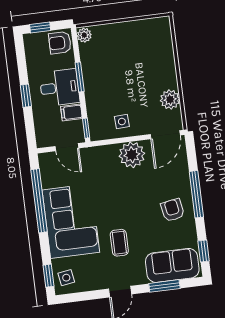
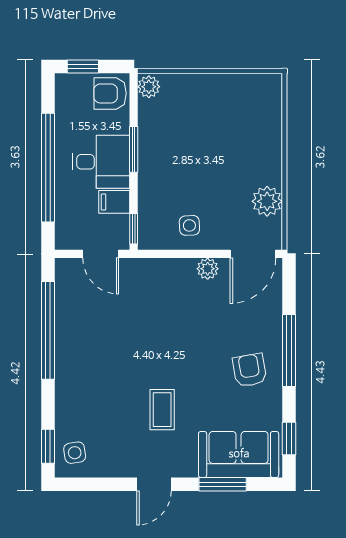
window: (26, 96) -> (48, 168), width x3.17
plant: (132, 155) -> (208, 269), width x0.53, depth x0.53
corner sofa: (71, 221) -> (93, 367), removed

